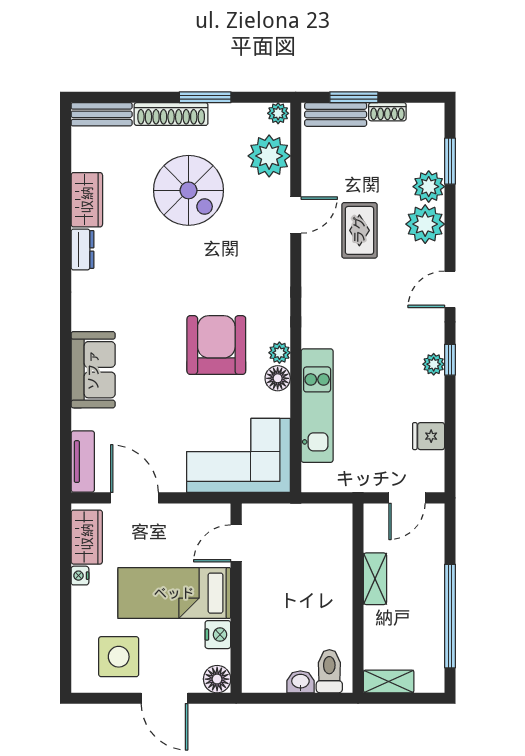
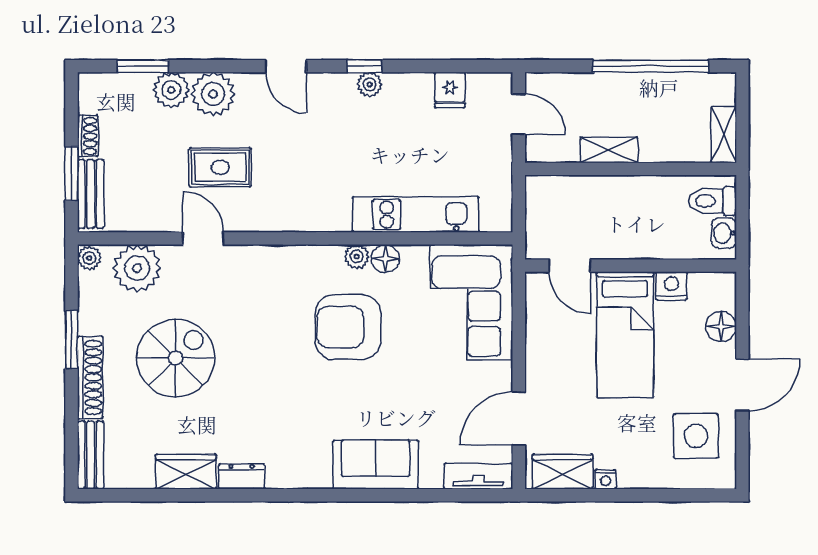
door: (236, 543) -> (570, 266), moved
bed: (174, 593) -> (625, 335), moved
wall: (236, 598) -> (631, 266), moved
nightstand: (218, 635) -> (671, 286), moved

